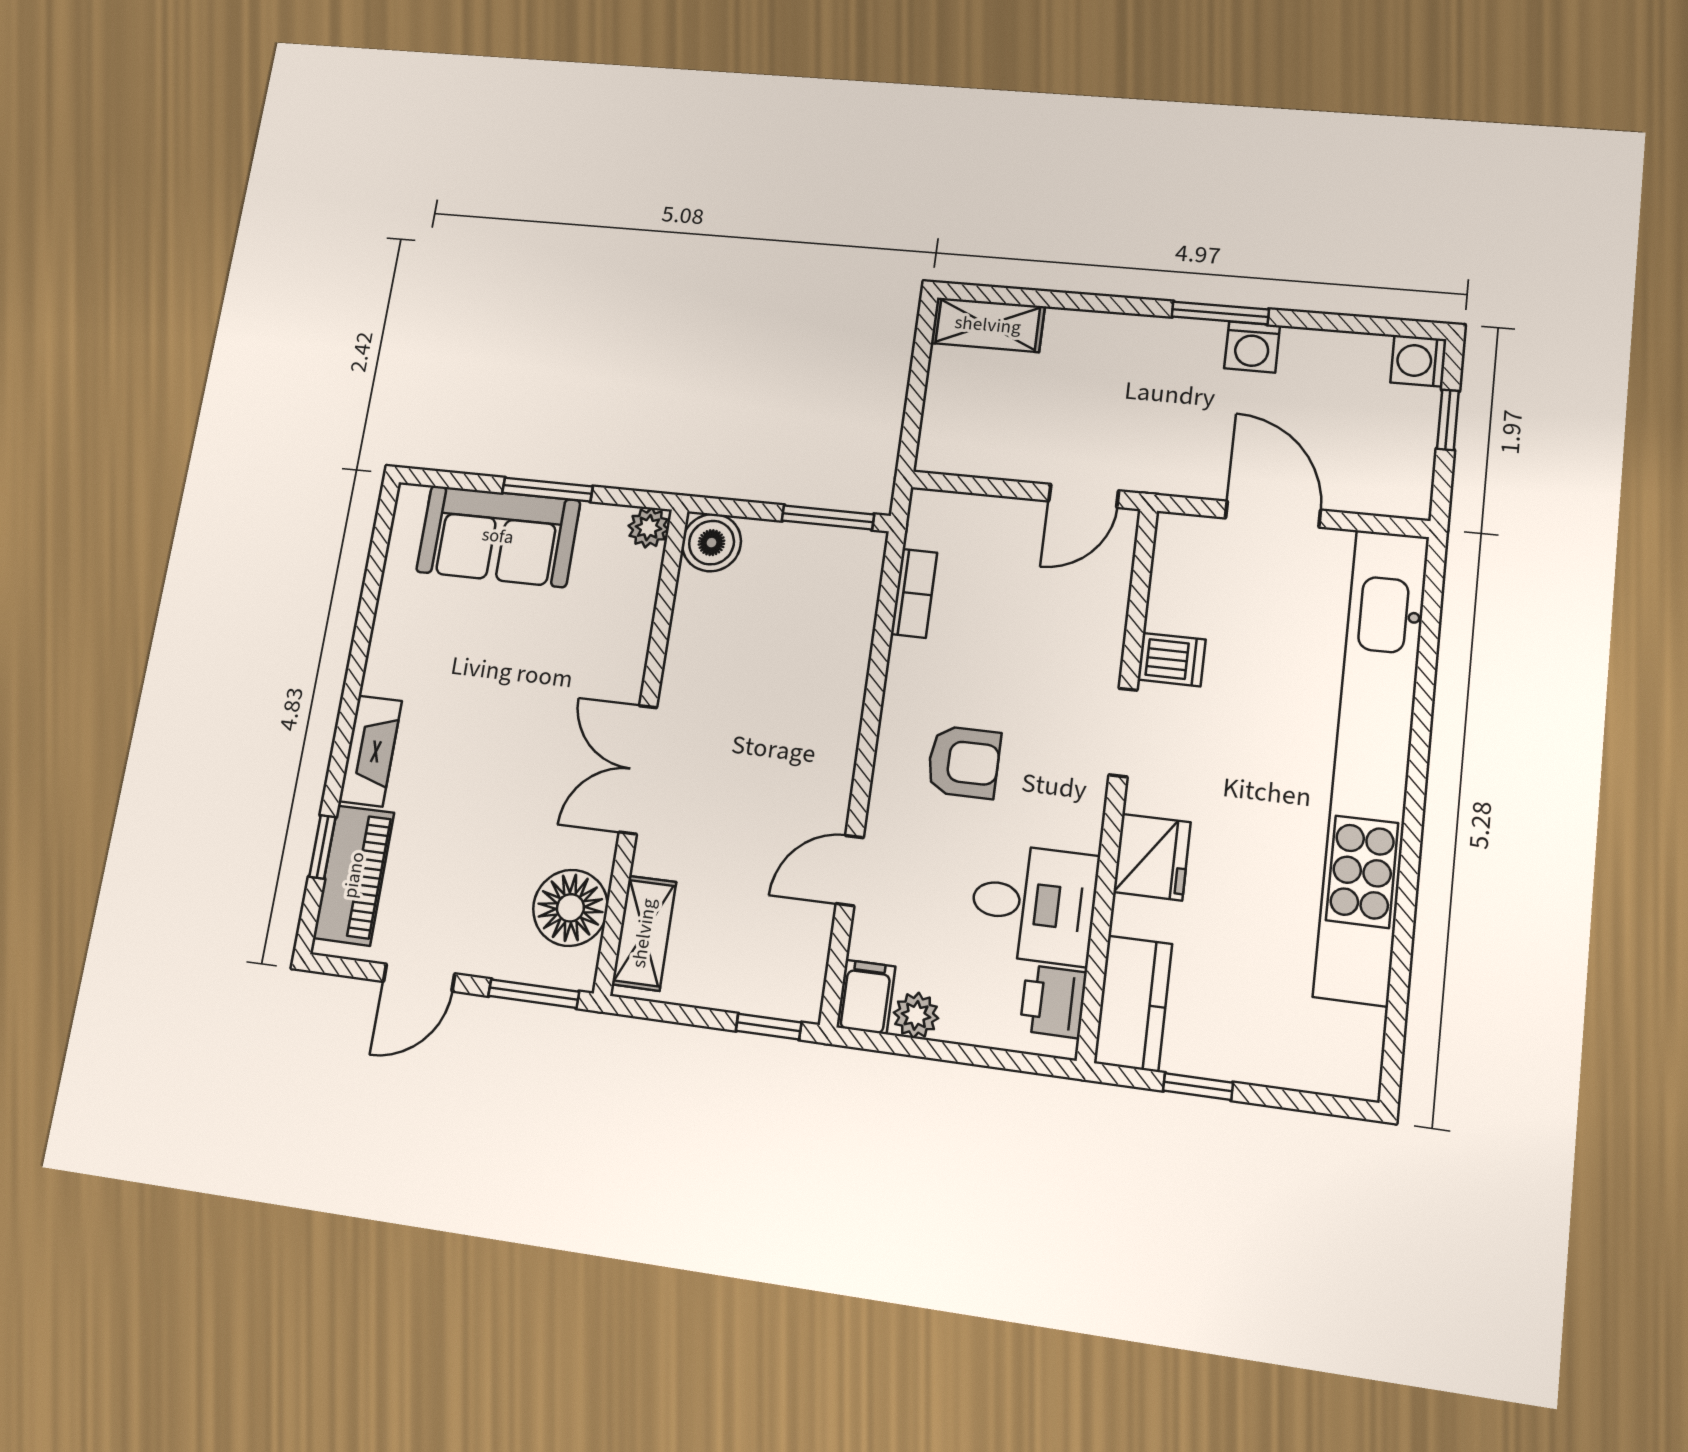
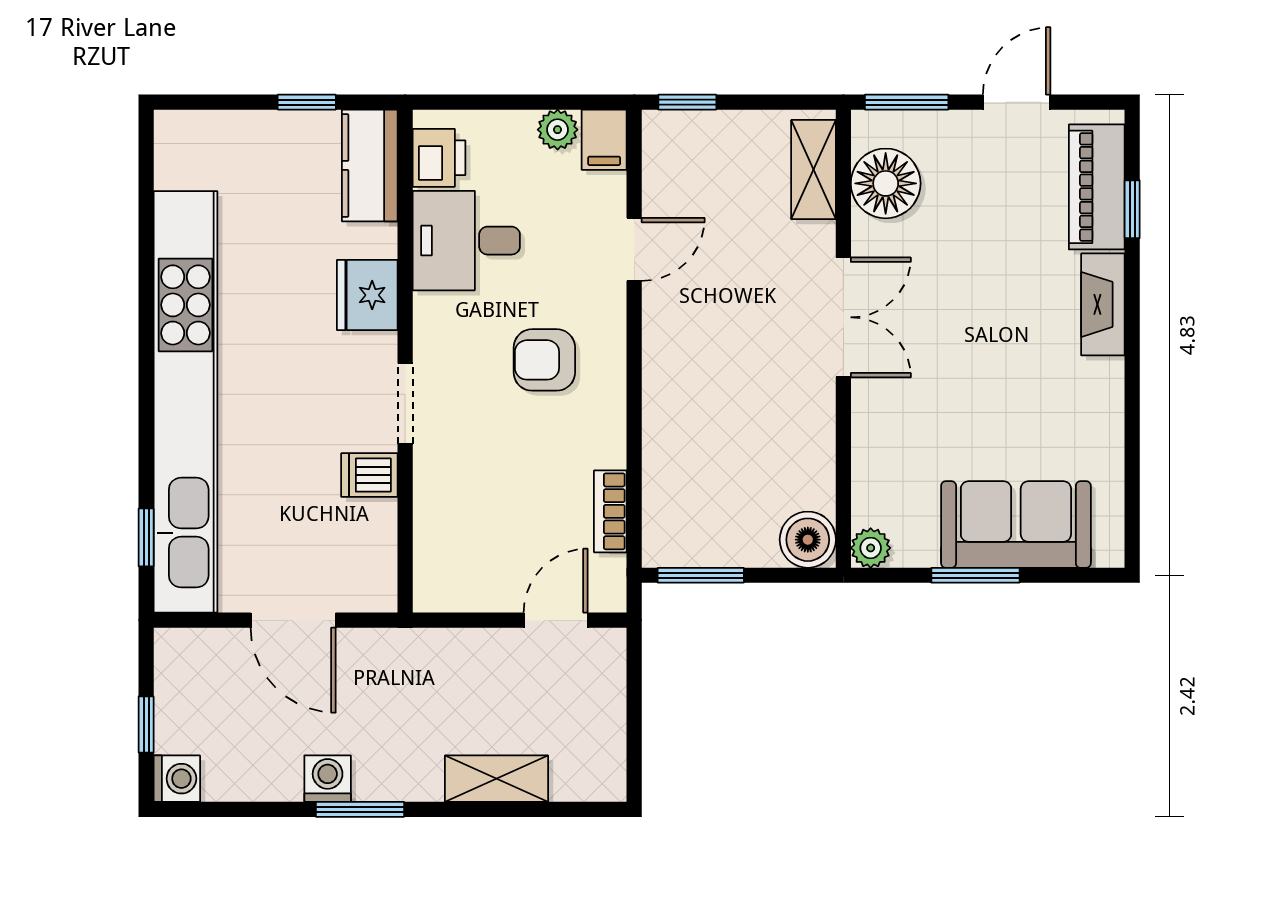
shelving: (988, 325) -> (497, 779), moved
door: (1084, 496) -> (556, 620), moved
window: (1431, 619) -> (146, 537), added

